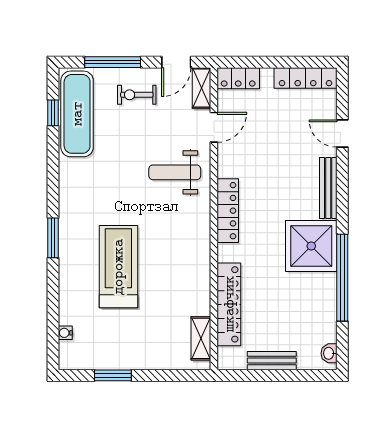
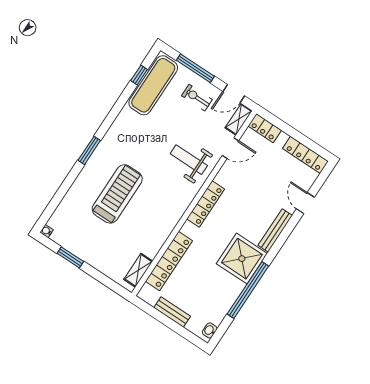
water cooler: (65, 333) -> (47, 231), moved

